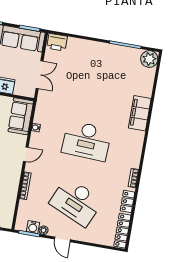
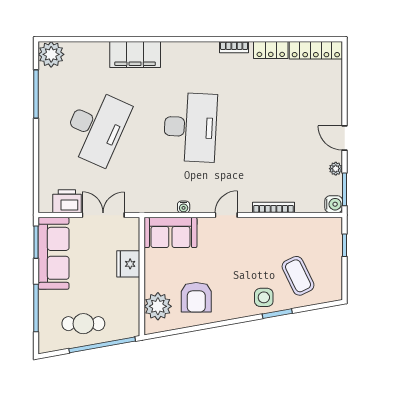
printer: (57, 42) -> (67, 201), moved, turned -90
door: (26, 154) -> (226, 215), hinge flipped
desk: (76, 202) -> (96, 127), moved
water cooler: (33, 227) -> (334, 204), moved
door: (62, 239) -> (345, 138), swing flipped

